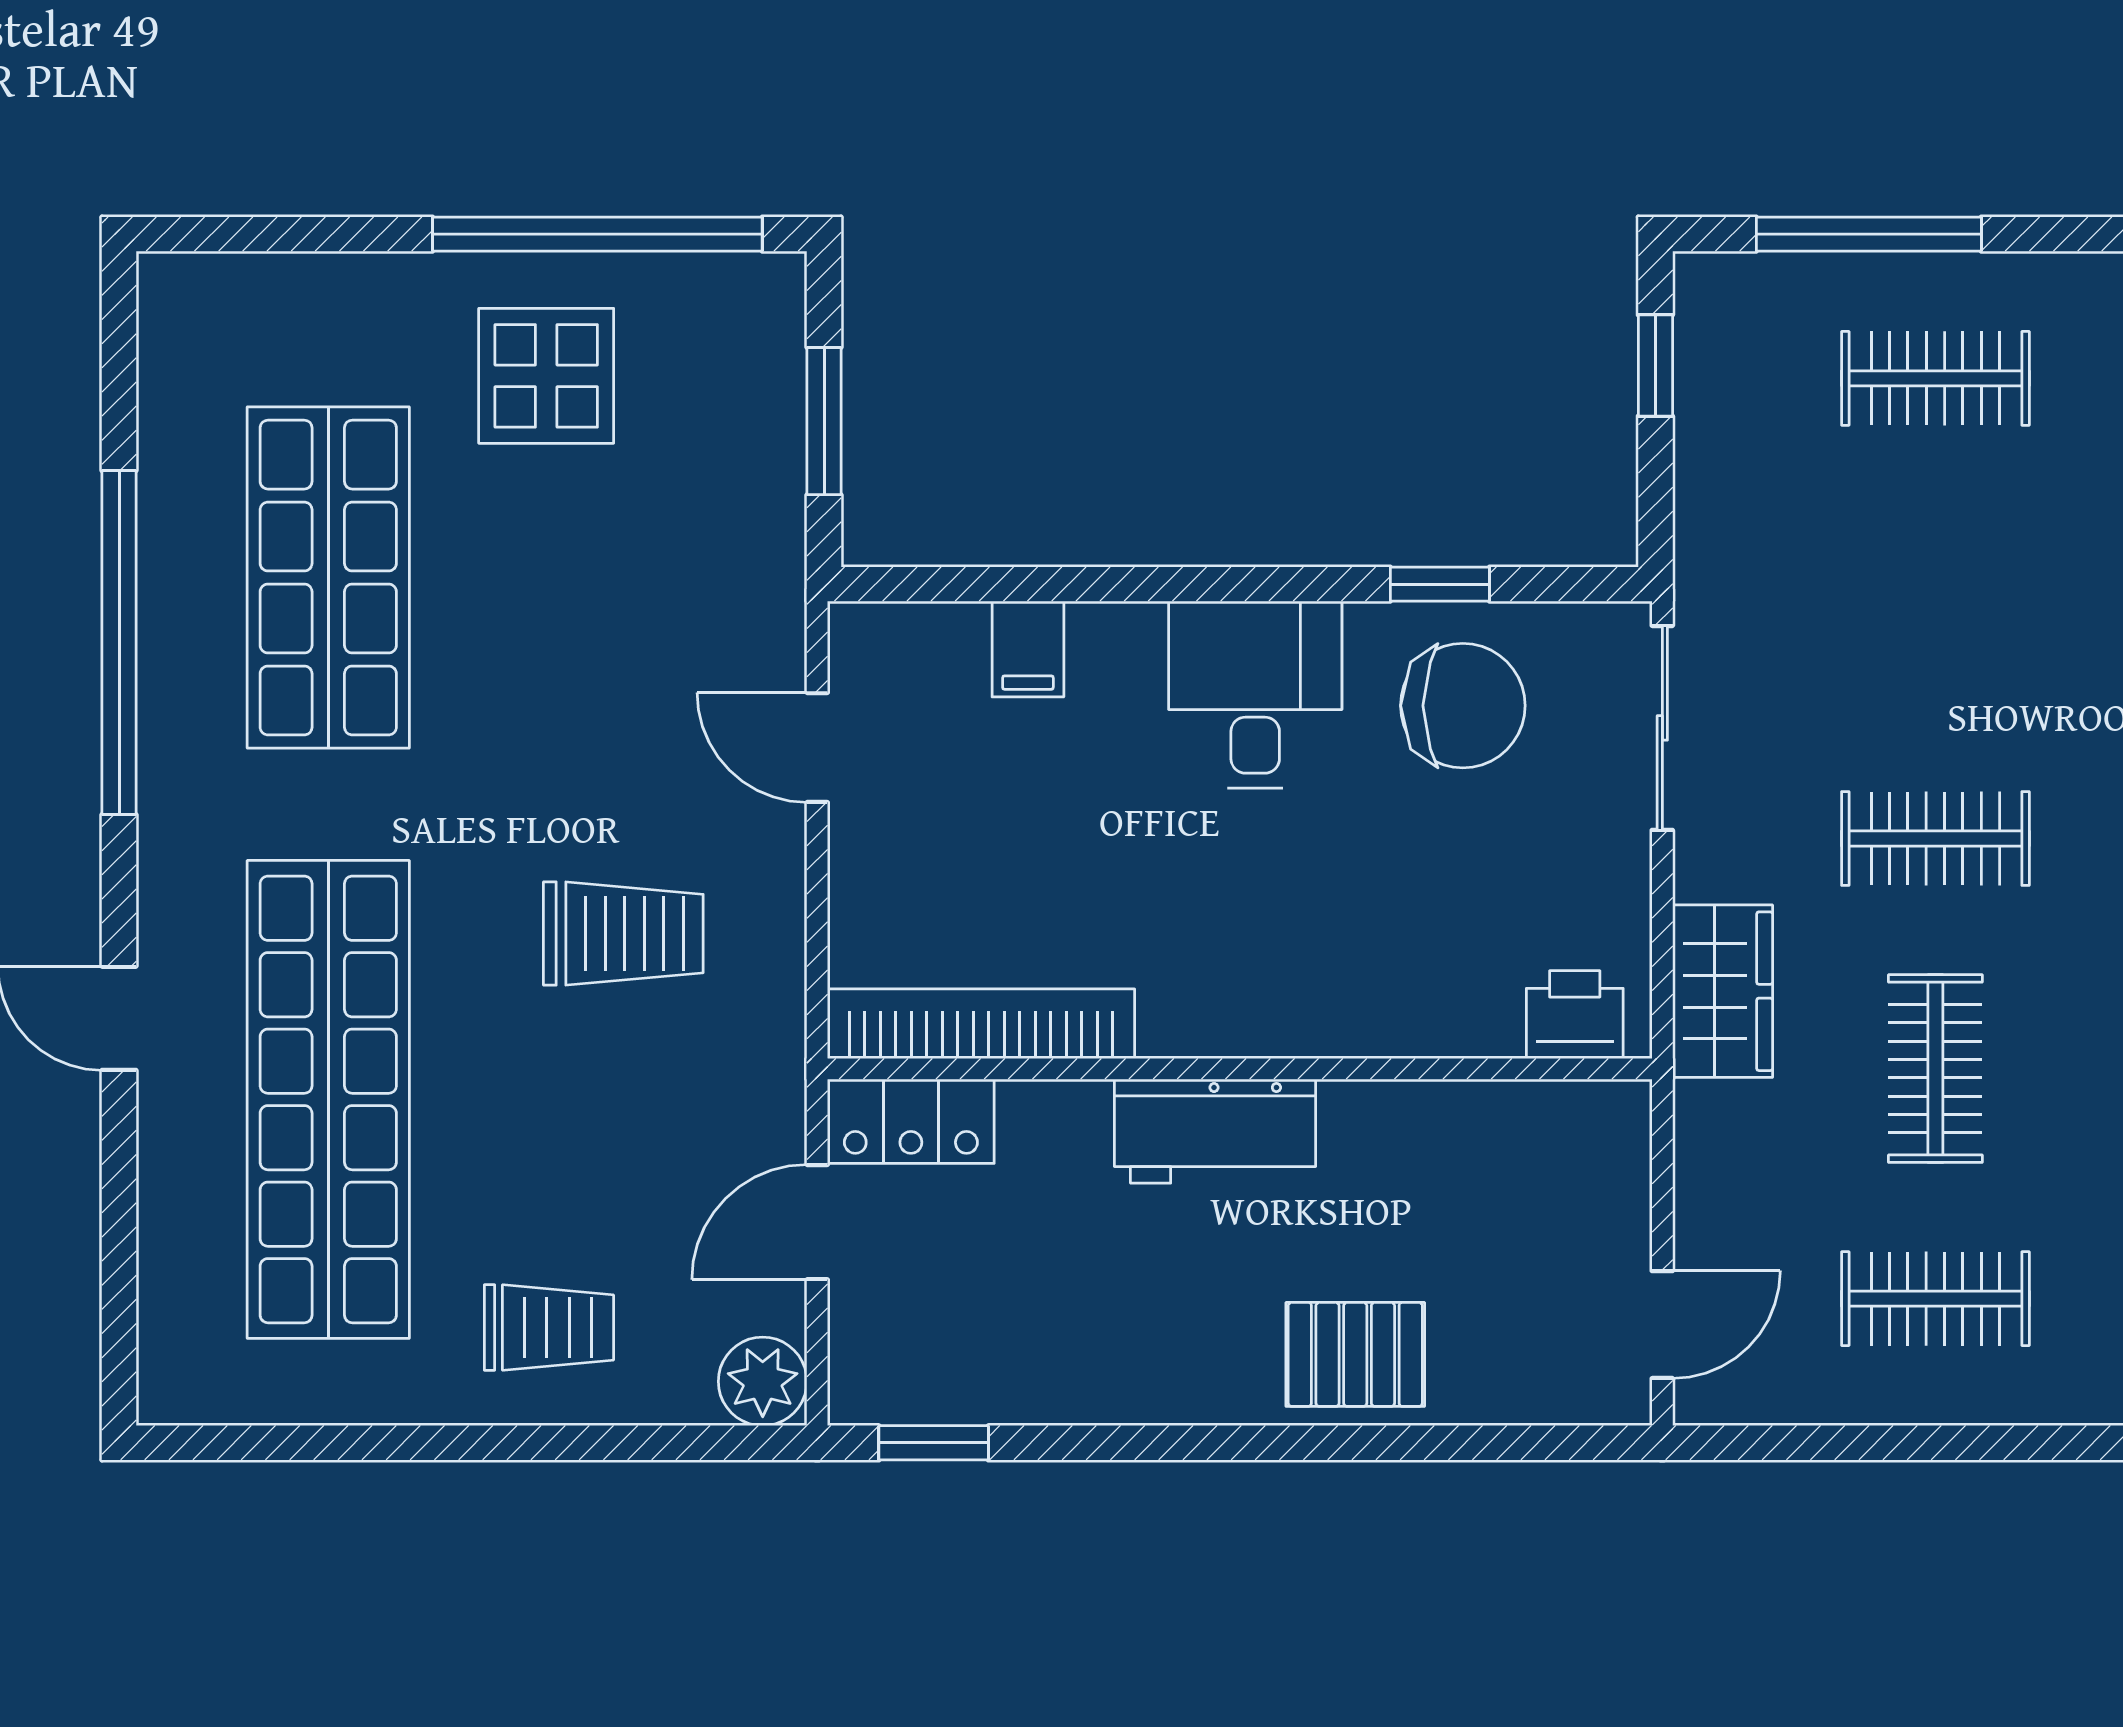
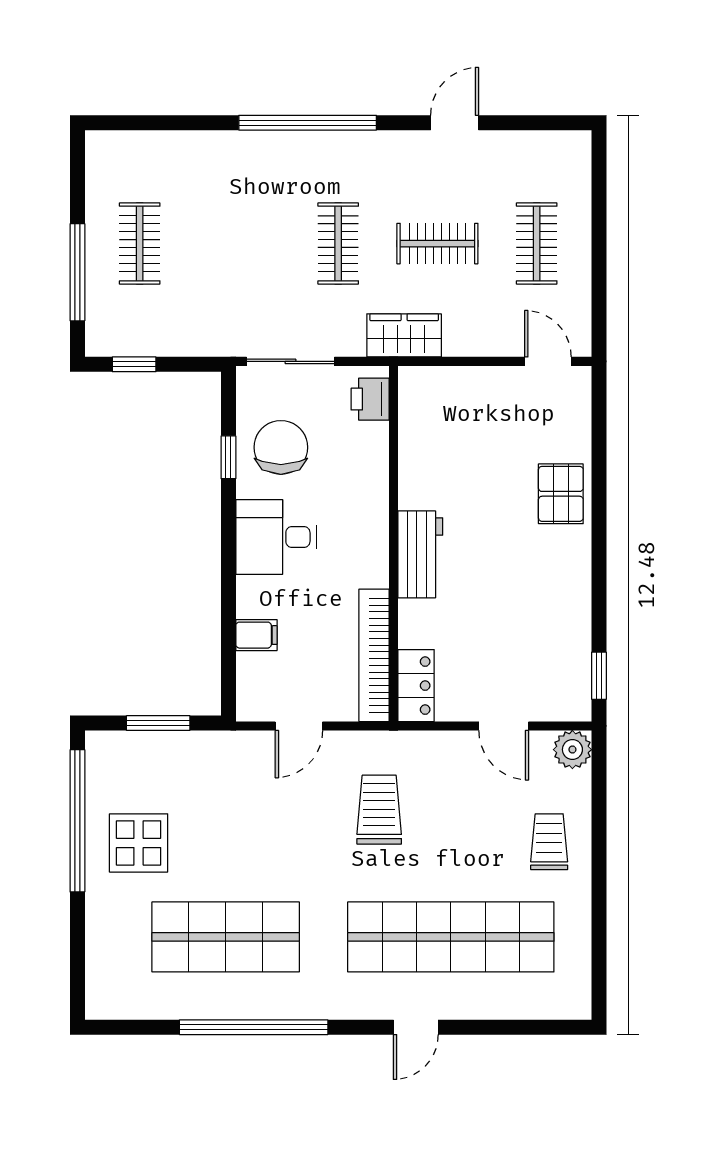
printer: (1575, 1015) -> (370, 399), moved
bookcase: (981, 1024) -> (374, 655), moved
wall: (1240, 1069) -> (393, 544), moved
locker: (911, 1121) -> (416, 686), moved
workbench: (1215, 1131) -> (420, 554), moved

